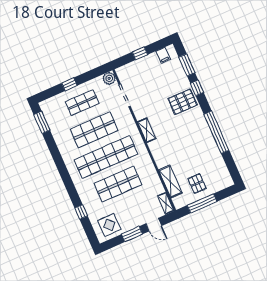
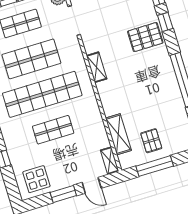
shop shelf: (118, 184) -> (53, 130), width x0.70, depth x0.74

